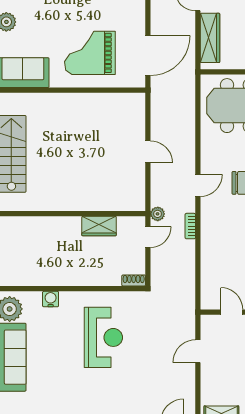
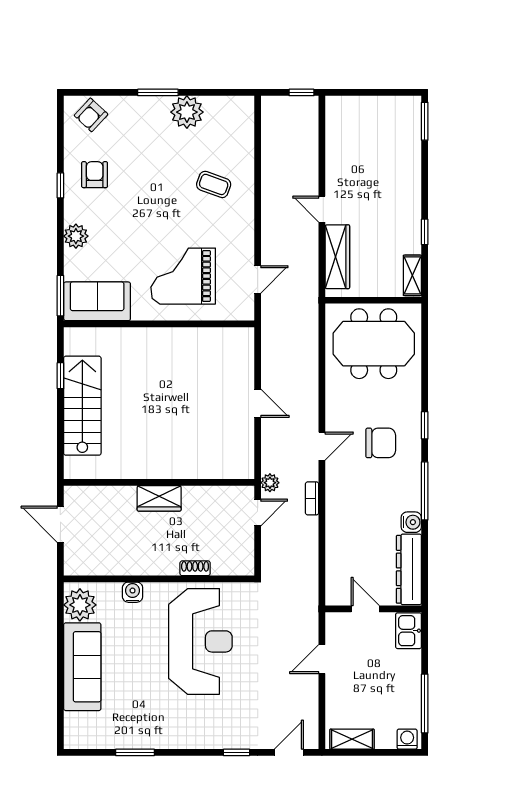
door: (148, 56) -> (258, 279), width x0.53
wardrobe: (99, 226) -> (159, 498), moved
shoe rack: (134, 280) -> (195, 568), moved
reception desk: (103, 337) -> (200, 641), width x1.36, depth x1.30

